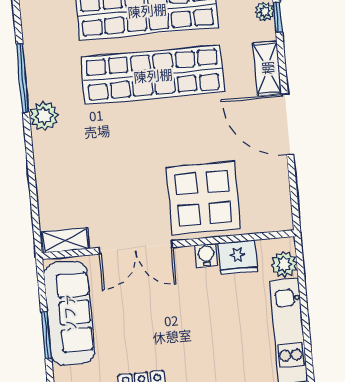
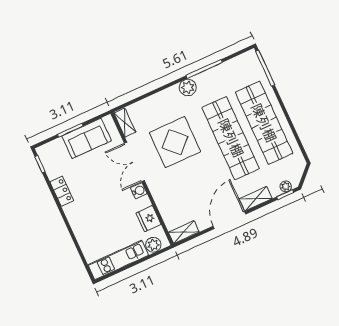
display table: (203, 198) -> (175, 142), moved
shelving: (281, 207) -> (184, 232), added
water cooler: (206, 255) -> (139, 191), moved
sofa: (69, 313) -> (86, 138), width x0.73

